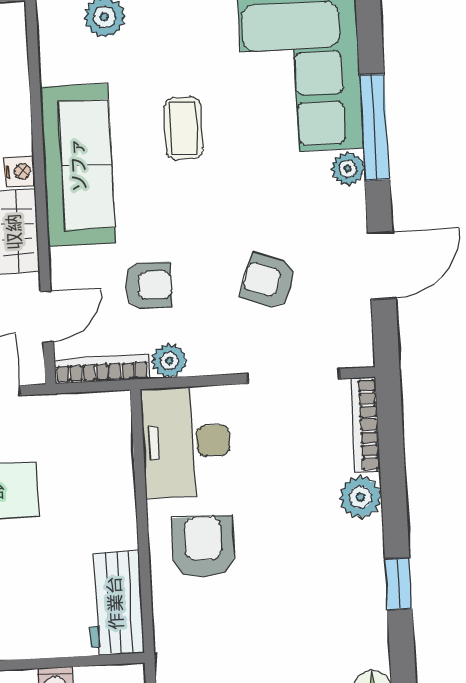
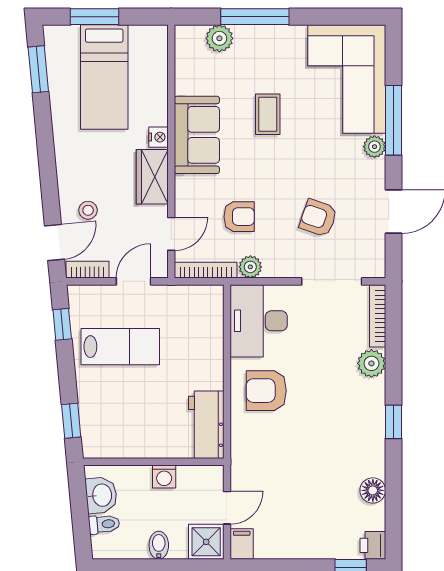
sofa: (78, 165) -> (197, 135), width x0.73
armchair: (203, 547) -> (266, 391), turned -90

